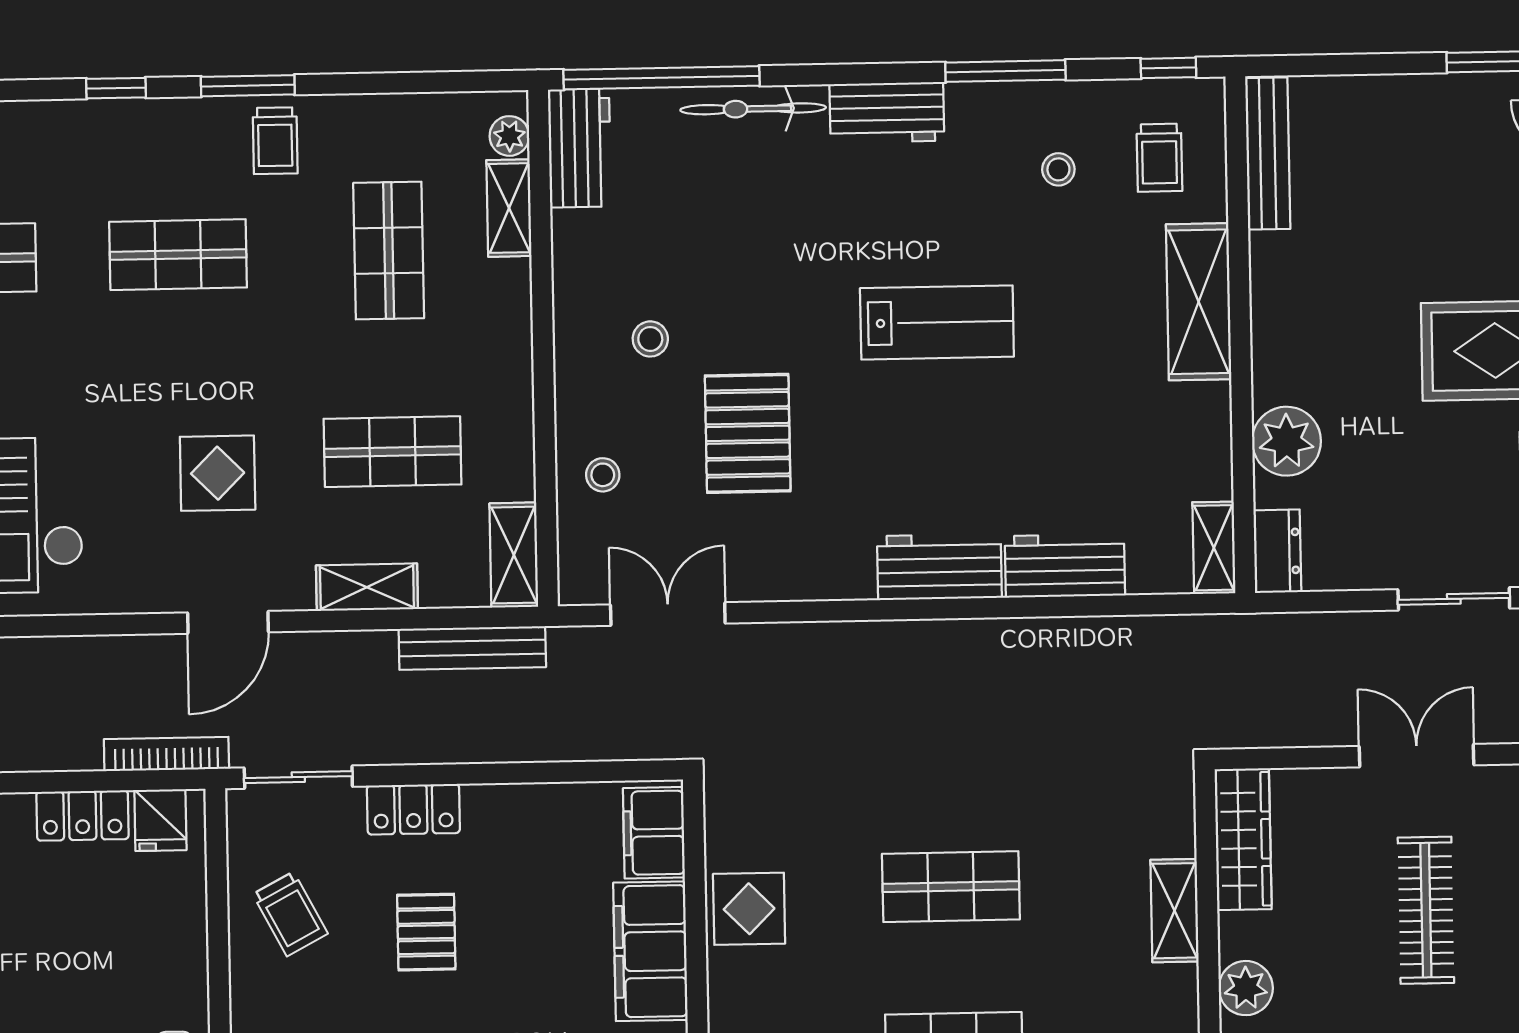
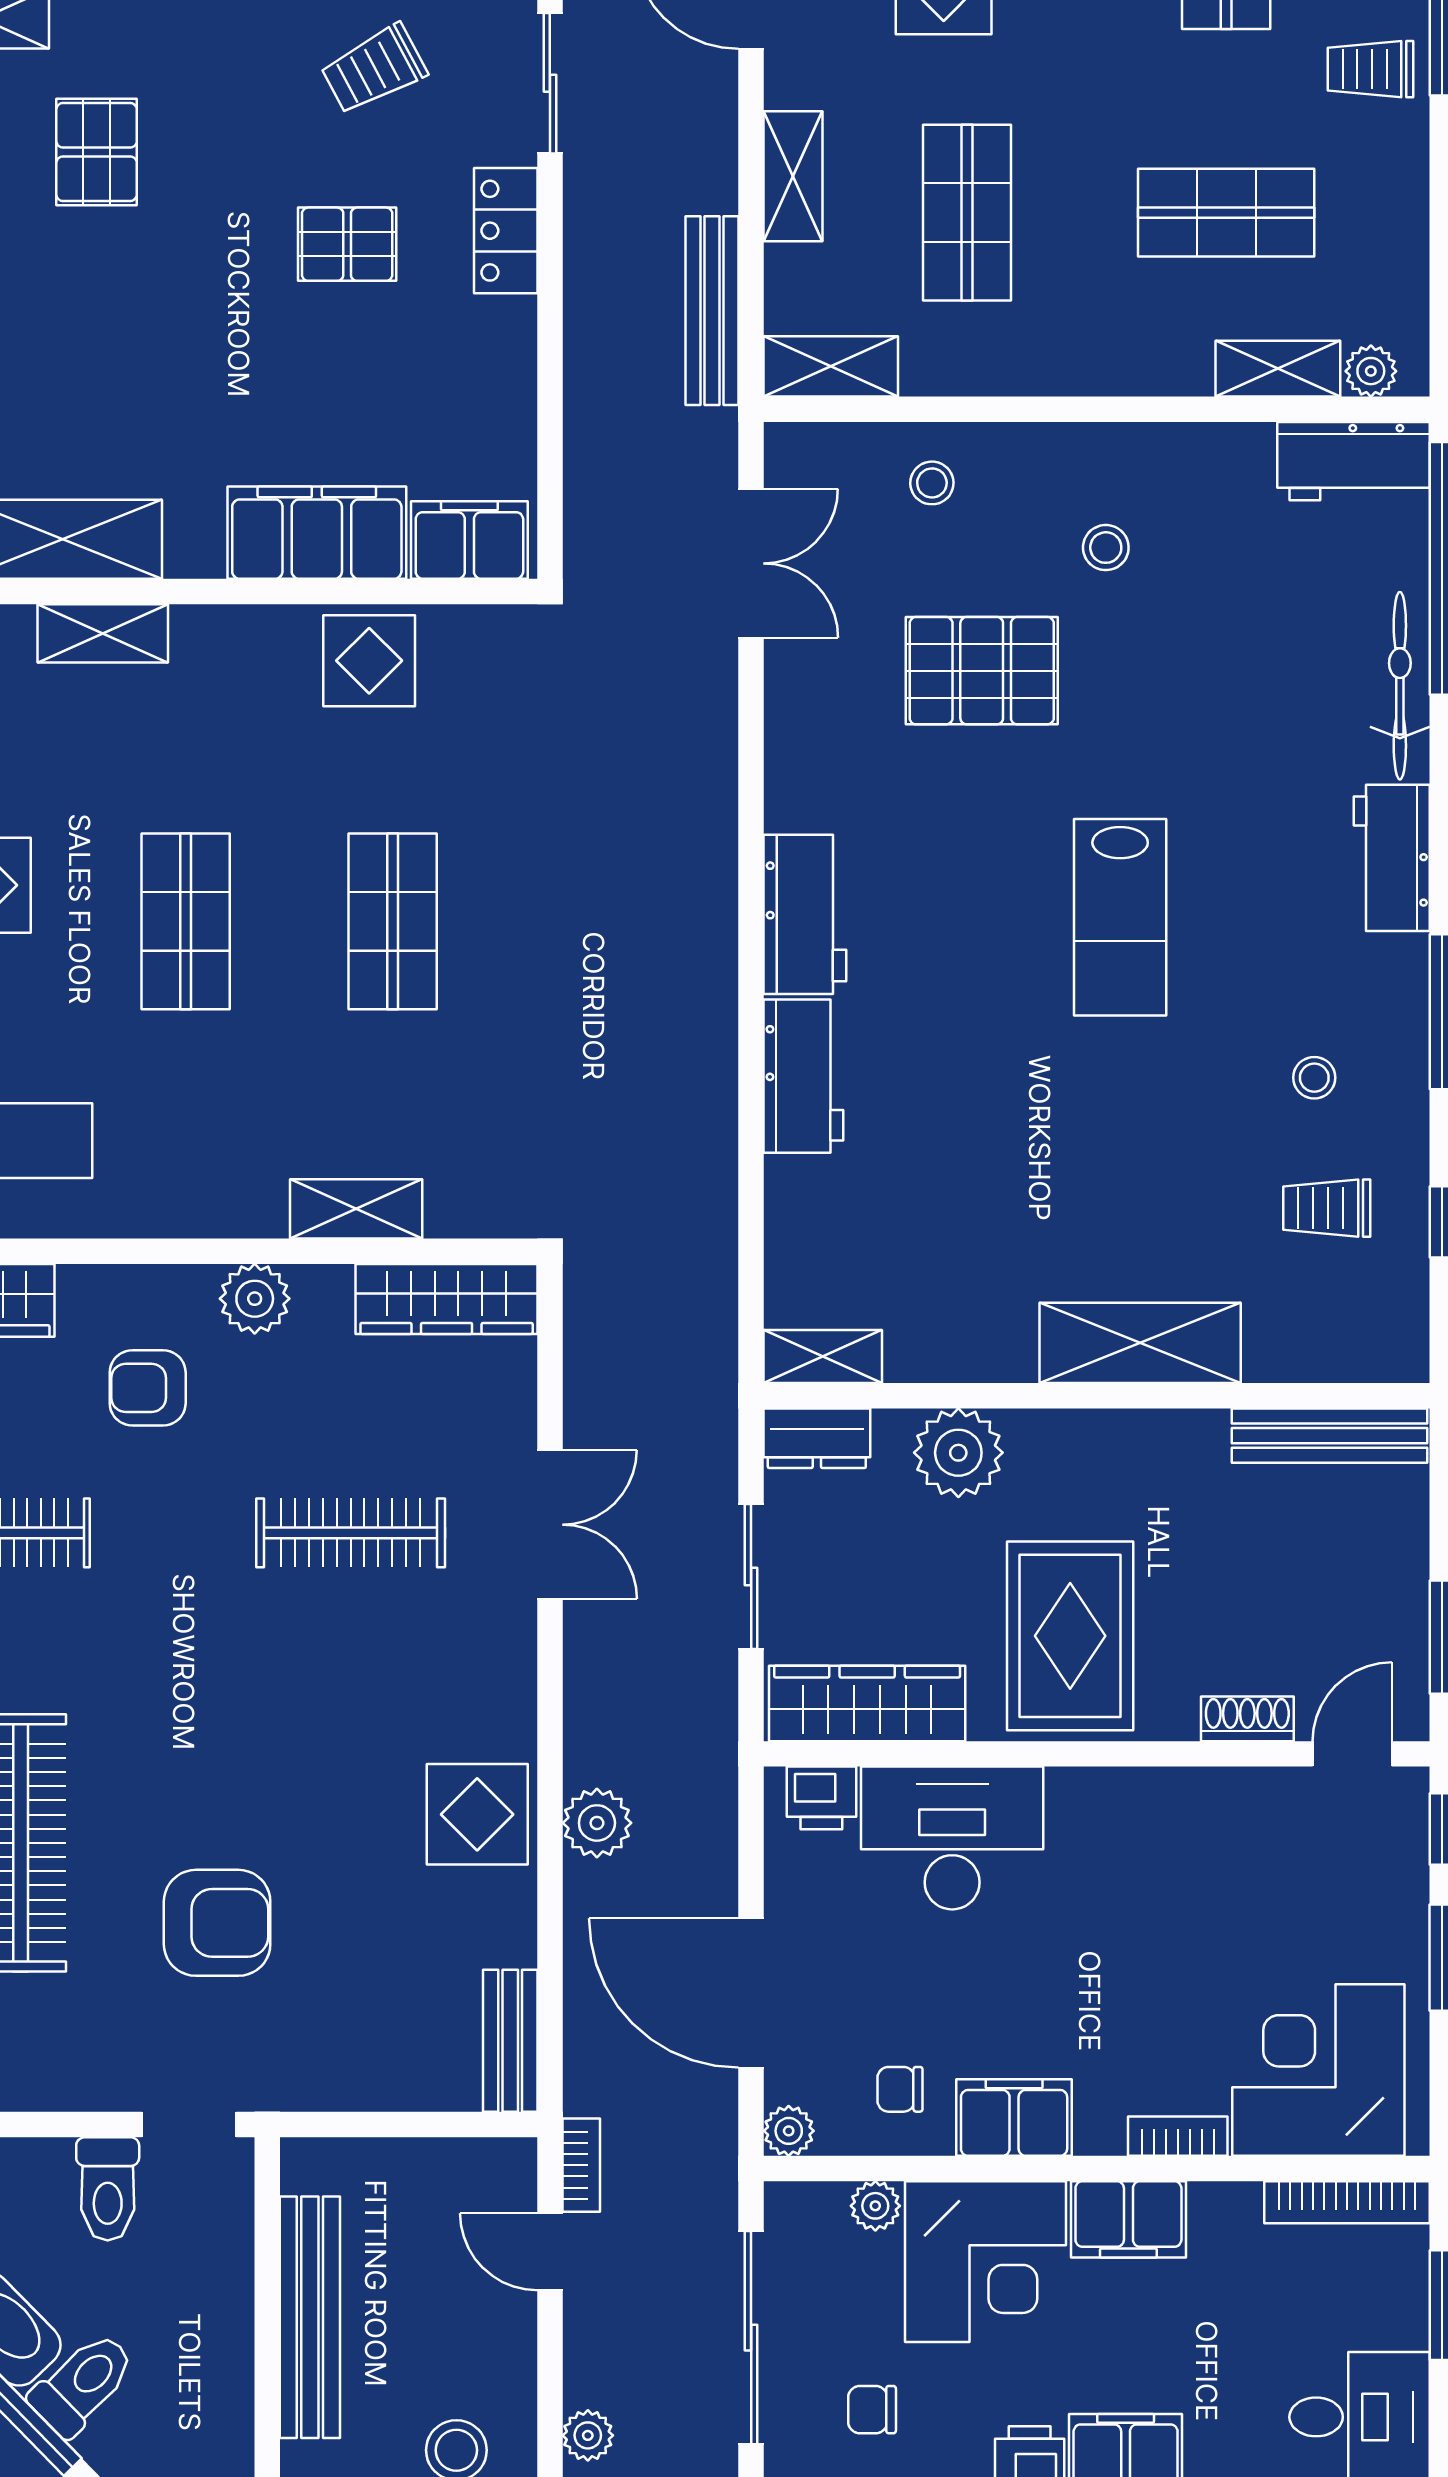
bench: (1268, 154) -> (1329, 1436), moved
shelving: (1199, 302) -> (1140, 1343), moved
wall: (1240, 335) -> (1097, 1396), moved
plant: (1286, 441) -> (958, 1453), moved
shelving: (1214, 548) -> (823, 1357), moved
dresser: (1277, 551) -> (817, 1438), moved

